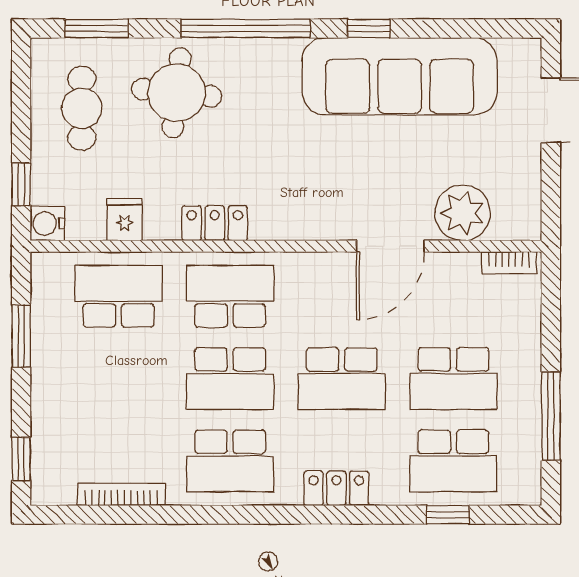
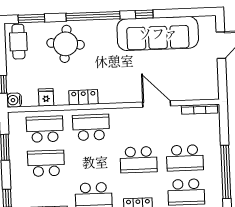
cafe table: (82, 108) -> (18, 42), moved
plant: (463, 213) -> (186, 89), removed
door: (391, 246) -> (157, 104), swing flipped
bookcase: (509, 263) -> (200, 109), width x1.56
school desk: (230, 379) -> (46, 163), moved, turned 180
window: (551, 416) -> (226, 172), width x1.46

